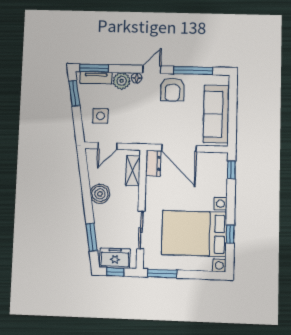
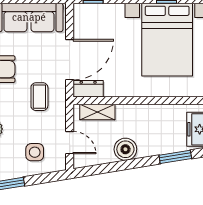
coffee table: (148, 121) -> (39, 97), added
sliding door: (141, 230) -> (165, 101), removed

